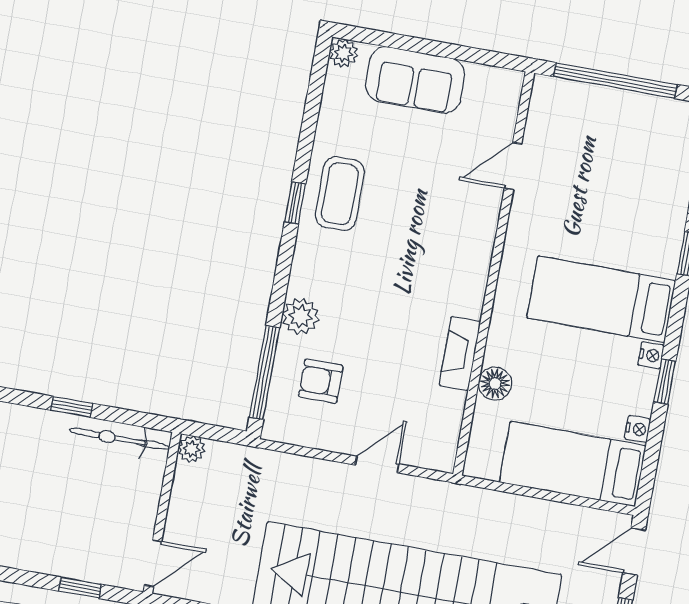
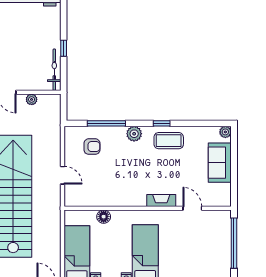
plant: (301, 317) -> (134, 134), moved
fireplace: (460, 354) -> (161, 200), moved
window: (265, 373) -> (106, 123), moved
armchair: (321, 381) -> (92, 147), turned 90
plant: (191, 449) -> (32, 99), moved

